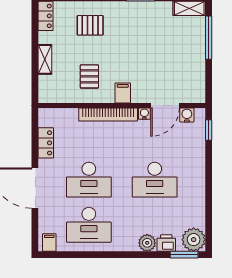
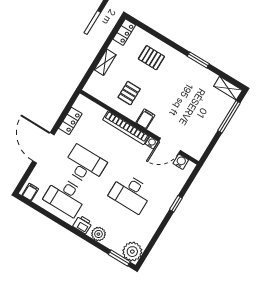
window: (209, 130) -> (176, 204), moved
desk: (89, 180) -> (85, 165), turned 180
printer: (166, 243) -> (82, 224), moved

